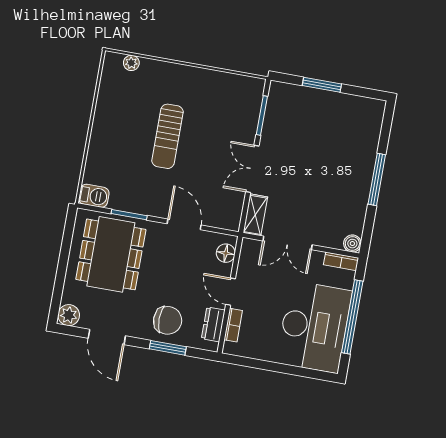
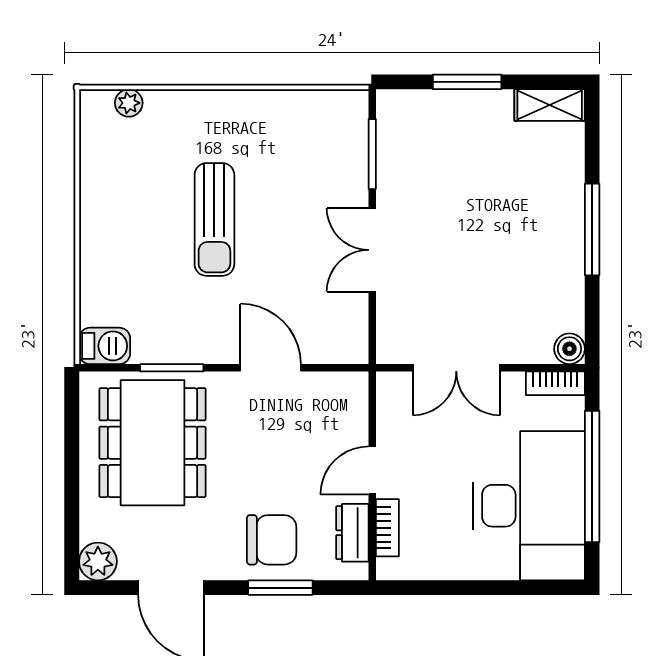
shelving: (255, 215) -> (550, 105), moved, turned 90
floor lamp: (226, 253) -> (352, 405), removed
door: (230, 292) -> (372, 470), hinge flipped

